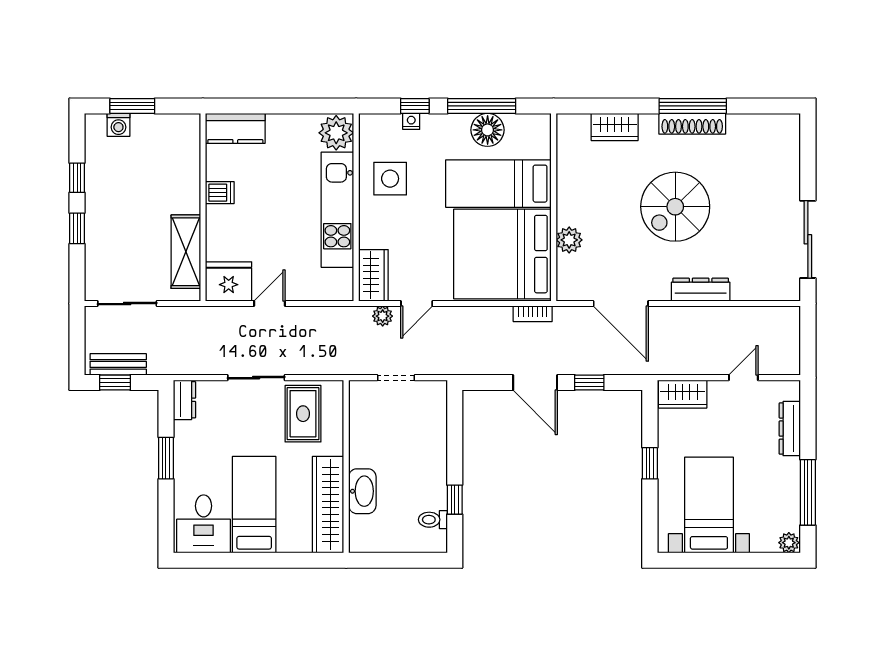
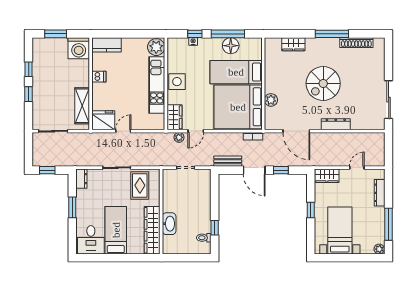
shoe rack: (692, 124) -> (356, 43), moved
washing machine: (118, 125) -> (79, 48), moved, width x1.89, depth x1.89
side table: (390, 179) -> (177, 82), moved
bench: (118, 364) -> (228, 161), moved

